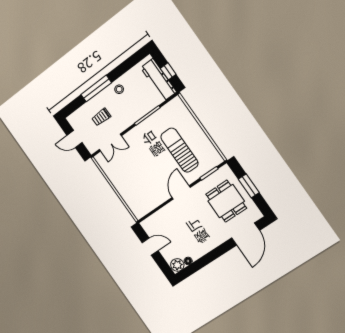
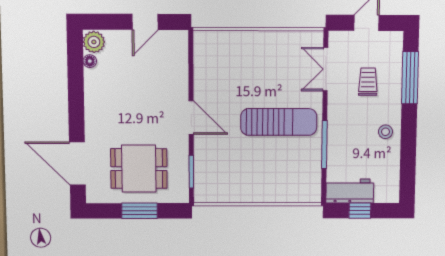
workbench: (159, 80) -> (350, 191), width x0.73
window: (96, 89) -> (410, 78), moved
sun lounger: (179, 150) -> (279, 122), moved

